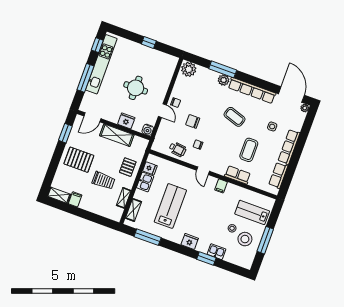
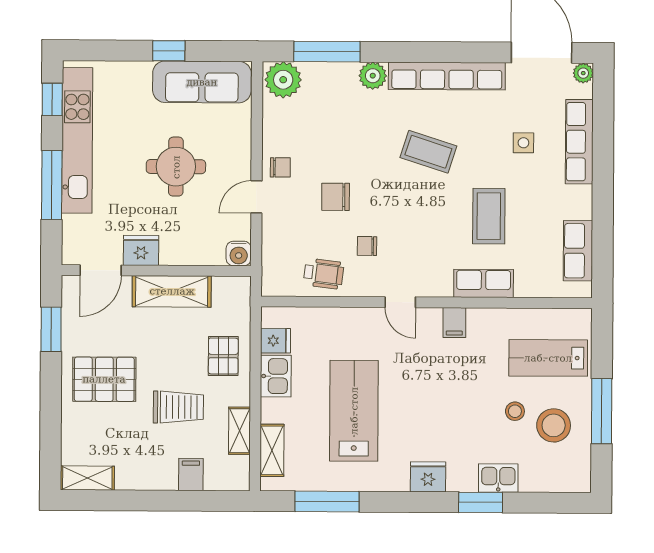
sofa: (157, 59) -> (202, 82), added
window: (223, 69) -> (327, 52), moved
door: (162, 111) -> (256, 197), swing flipped
fridge: (126, 121) -> (141, 250), moved
row of seats: (289, 147) -> (579, 142), moved
filing cabinet: (75, 199) -> (191, 474), moved

